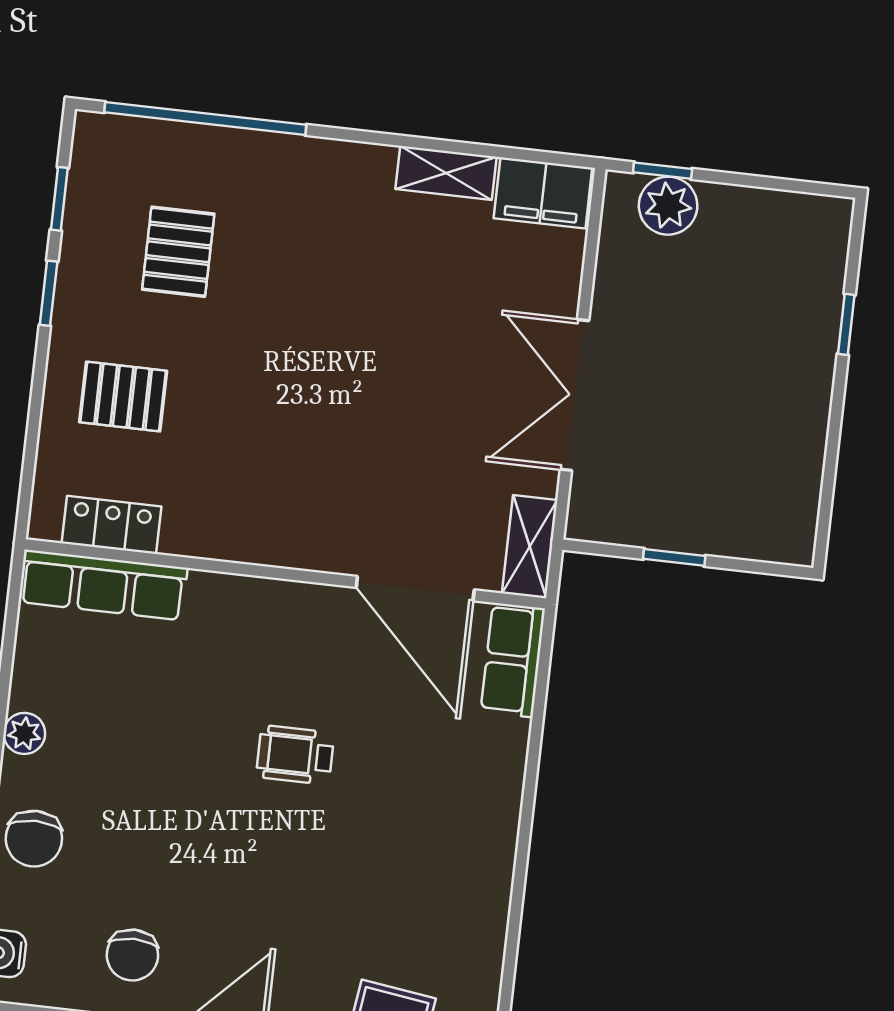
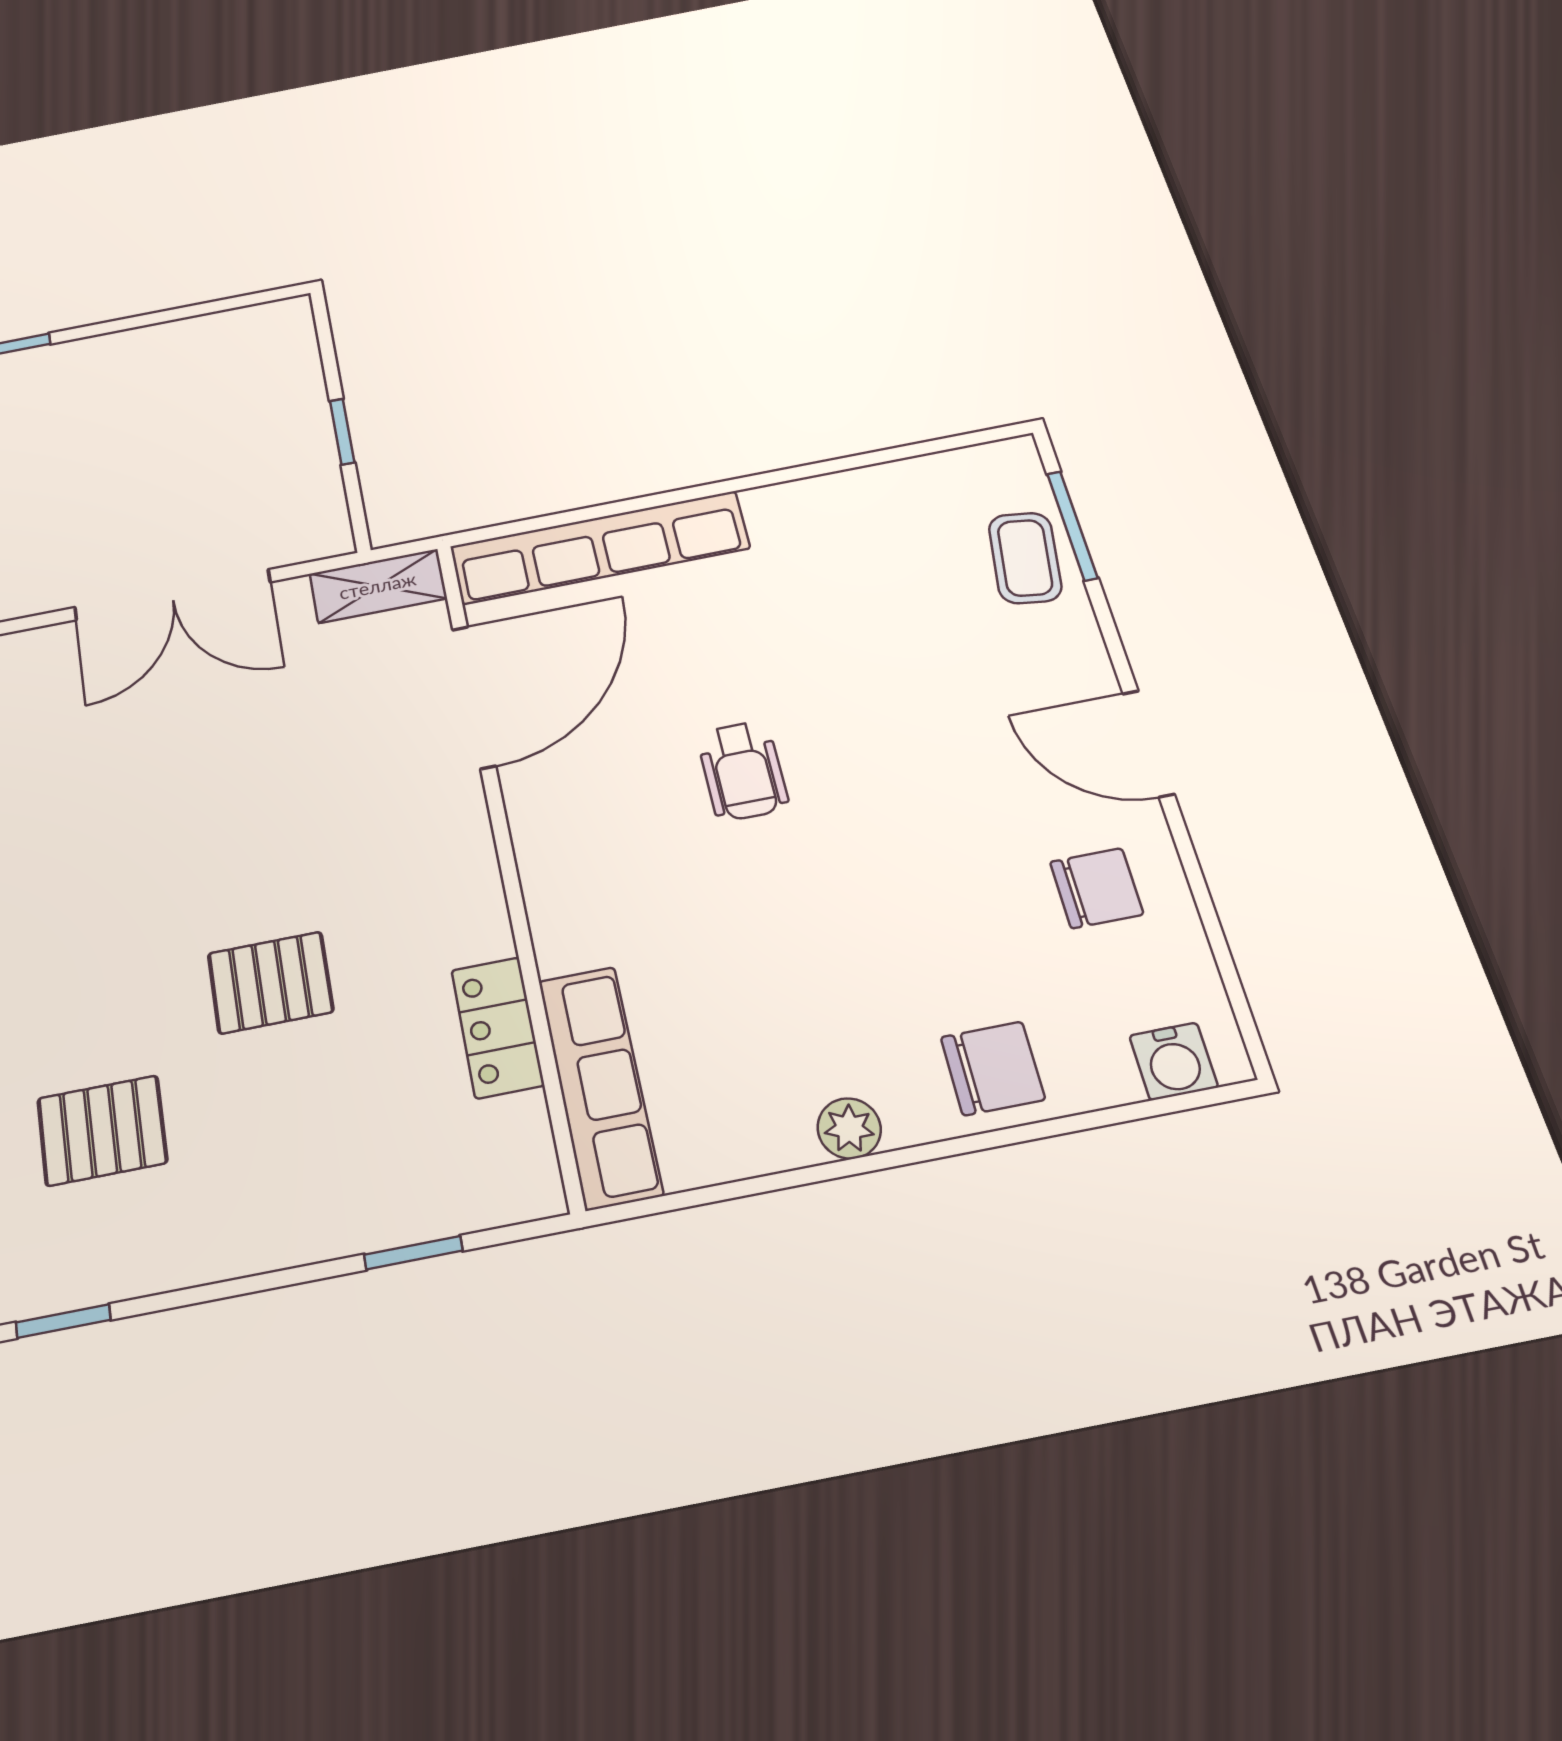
window: (49, 293) -> (413, 1253), moved
pallet: (123, 396) -> (270, 983), moved, turned 90
locker: (111, 525) -> (497, 1027), moved
row of seats: (513, 660) -> (599, 547), width x2.02

